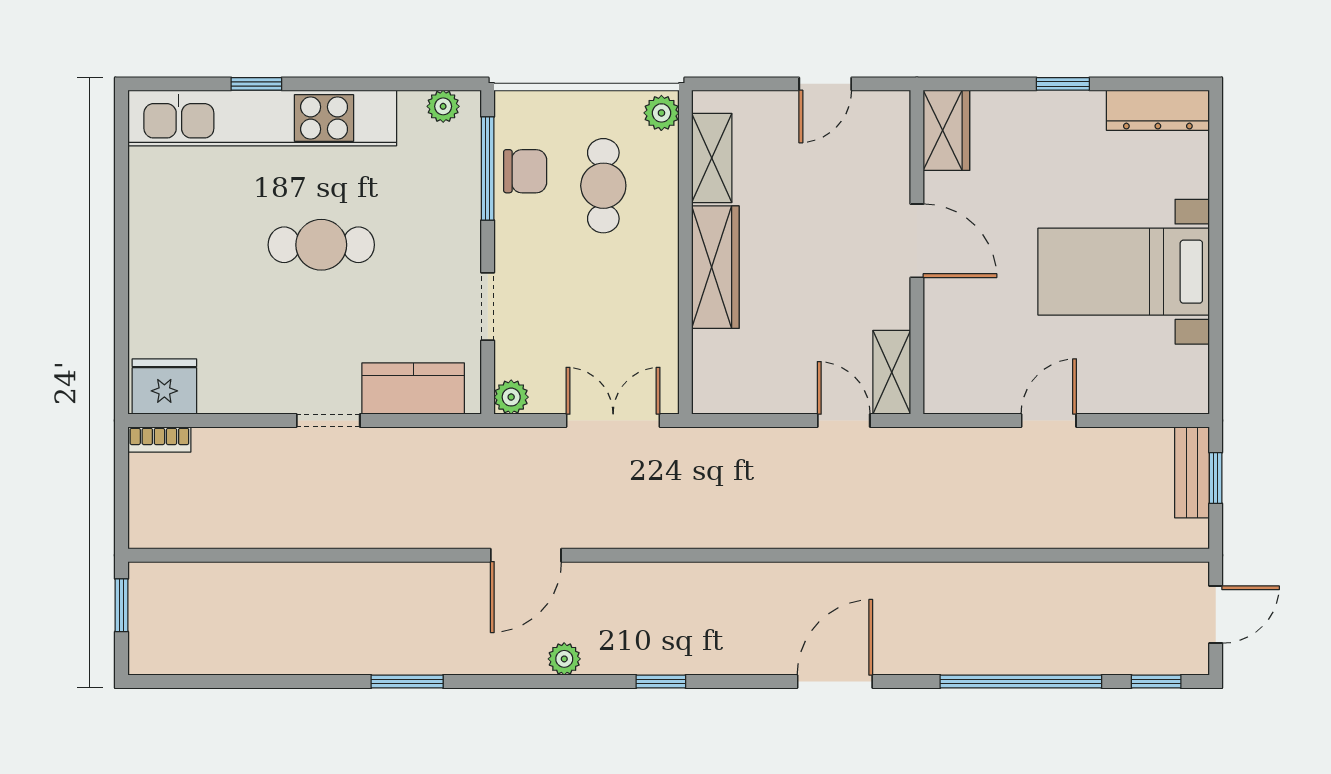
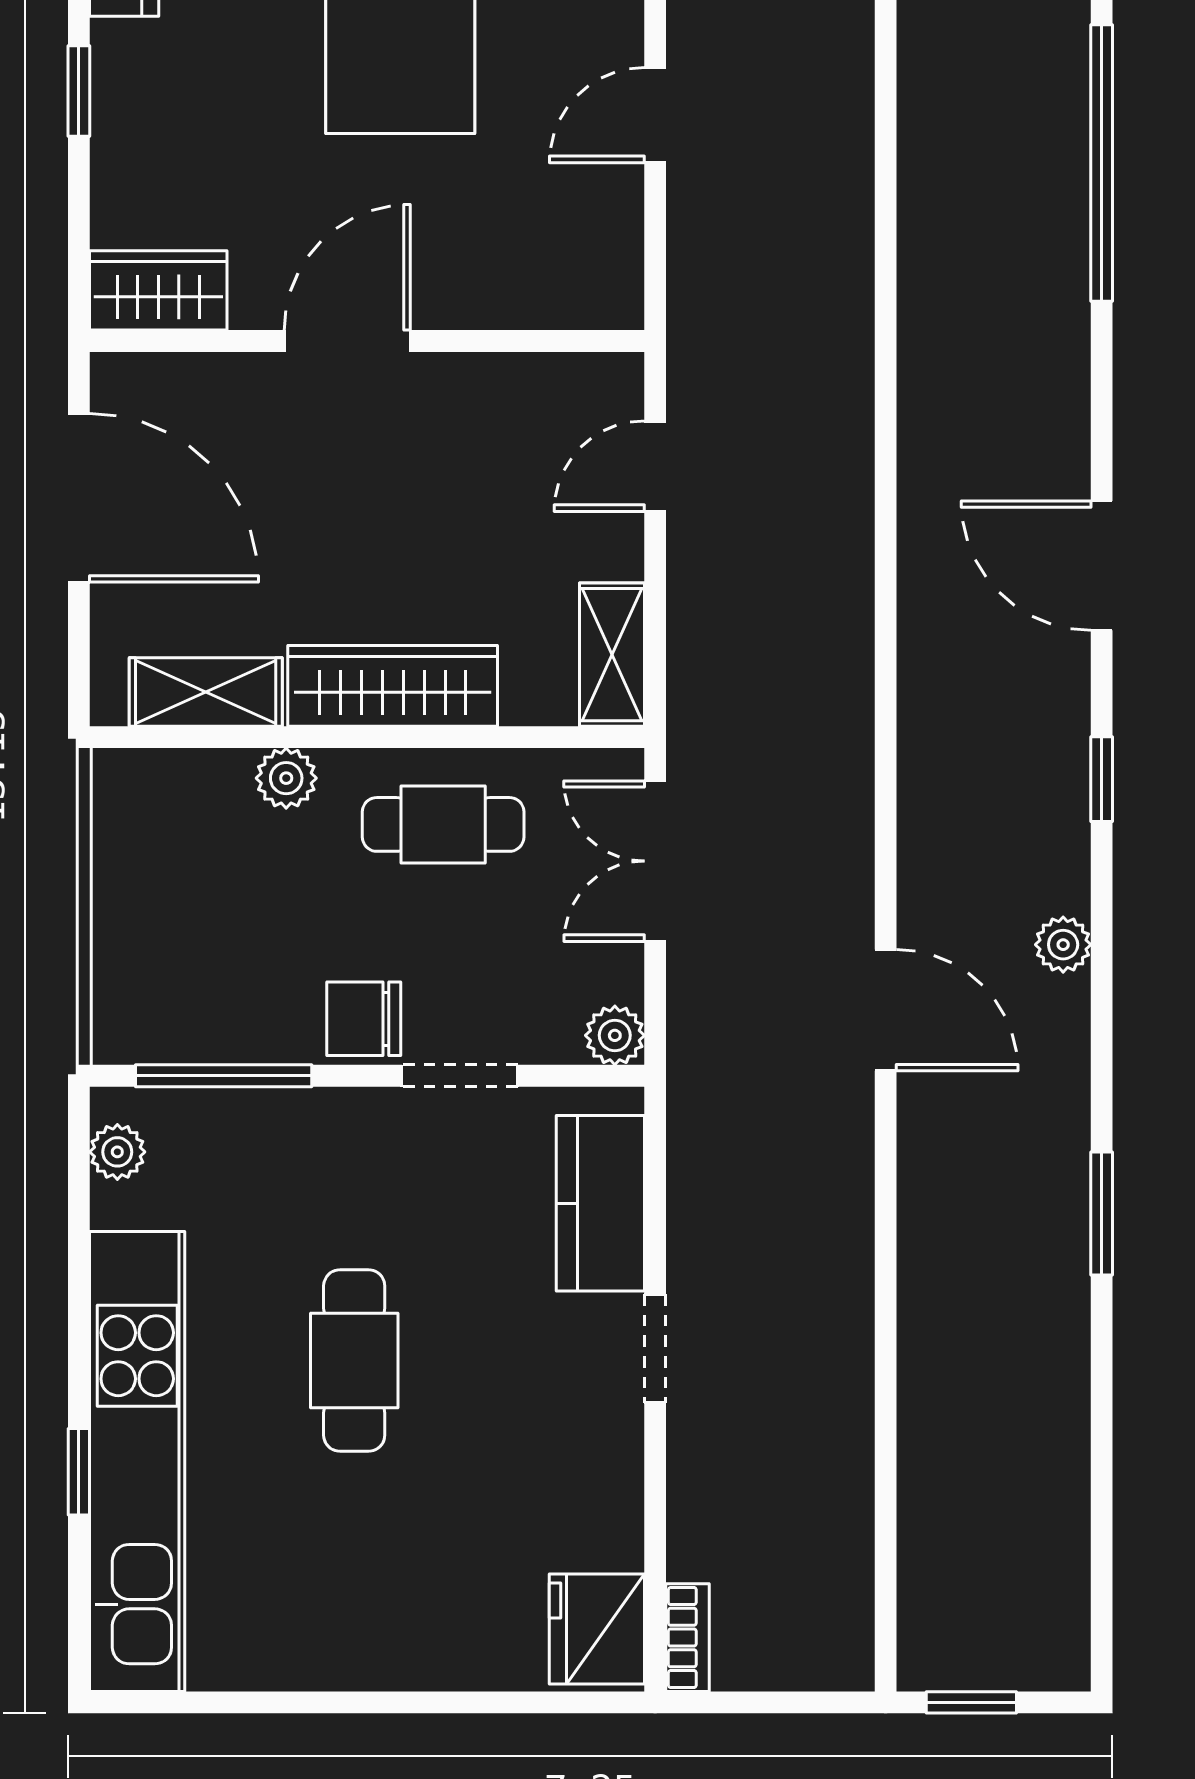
door: (825, 84) -> (79, 498), width x1.87
plant: (661, 113) -> (286, 778), moved
chair: (525, 171) -> (364, 1019), moved, turned -90
cafe table: (603, 186) -> (443, 824), moved
shelving: (892, 372) -> (612, 655), moved, turned 90
door: (1049, 421) -> (655, 115), hinge flipped
door: (835, 681) -> (1102, 566), moved

